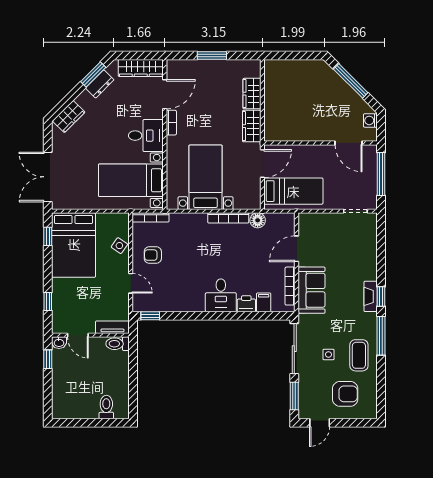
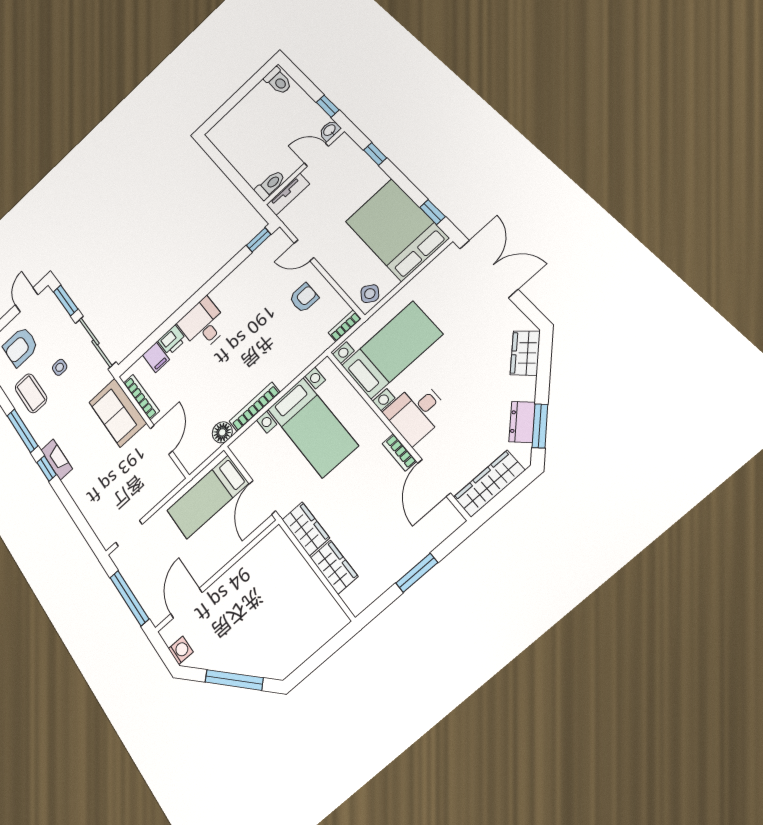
door: (349, 143) -> (186, 603), hinge flipped
bookcase: (151, 217) -> (345, 326), width x0.64
side table: (119, 246) -> (370, 294), moved
toilet: (106, 407) -> (278, 81), moved

